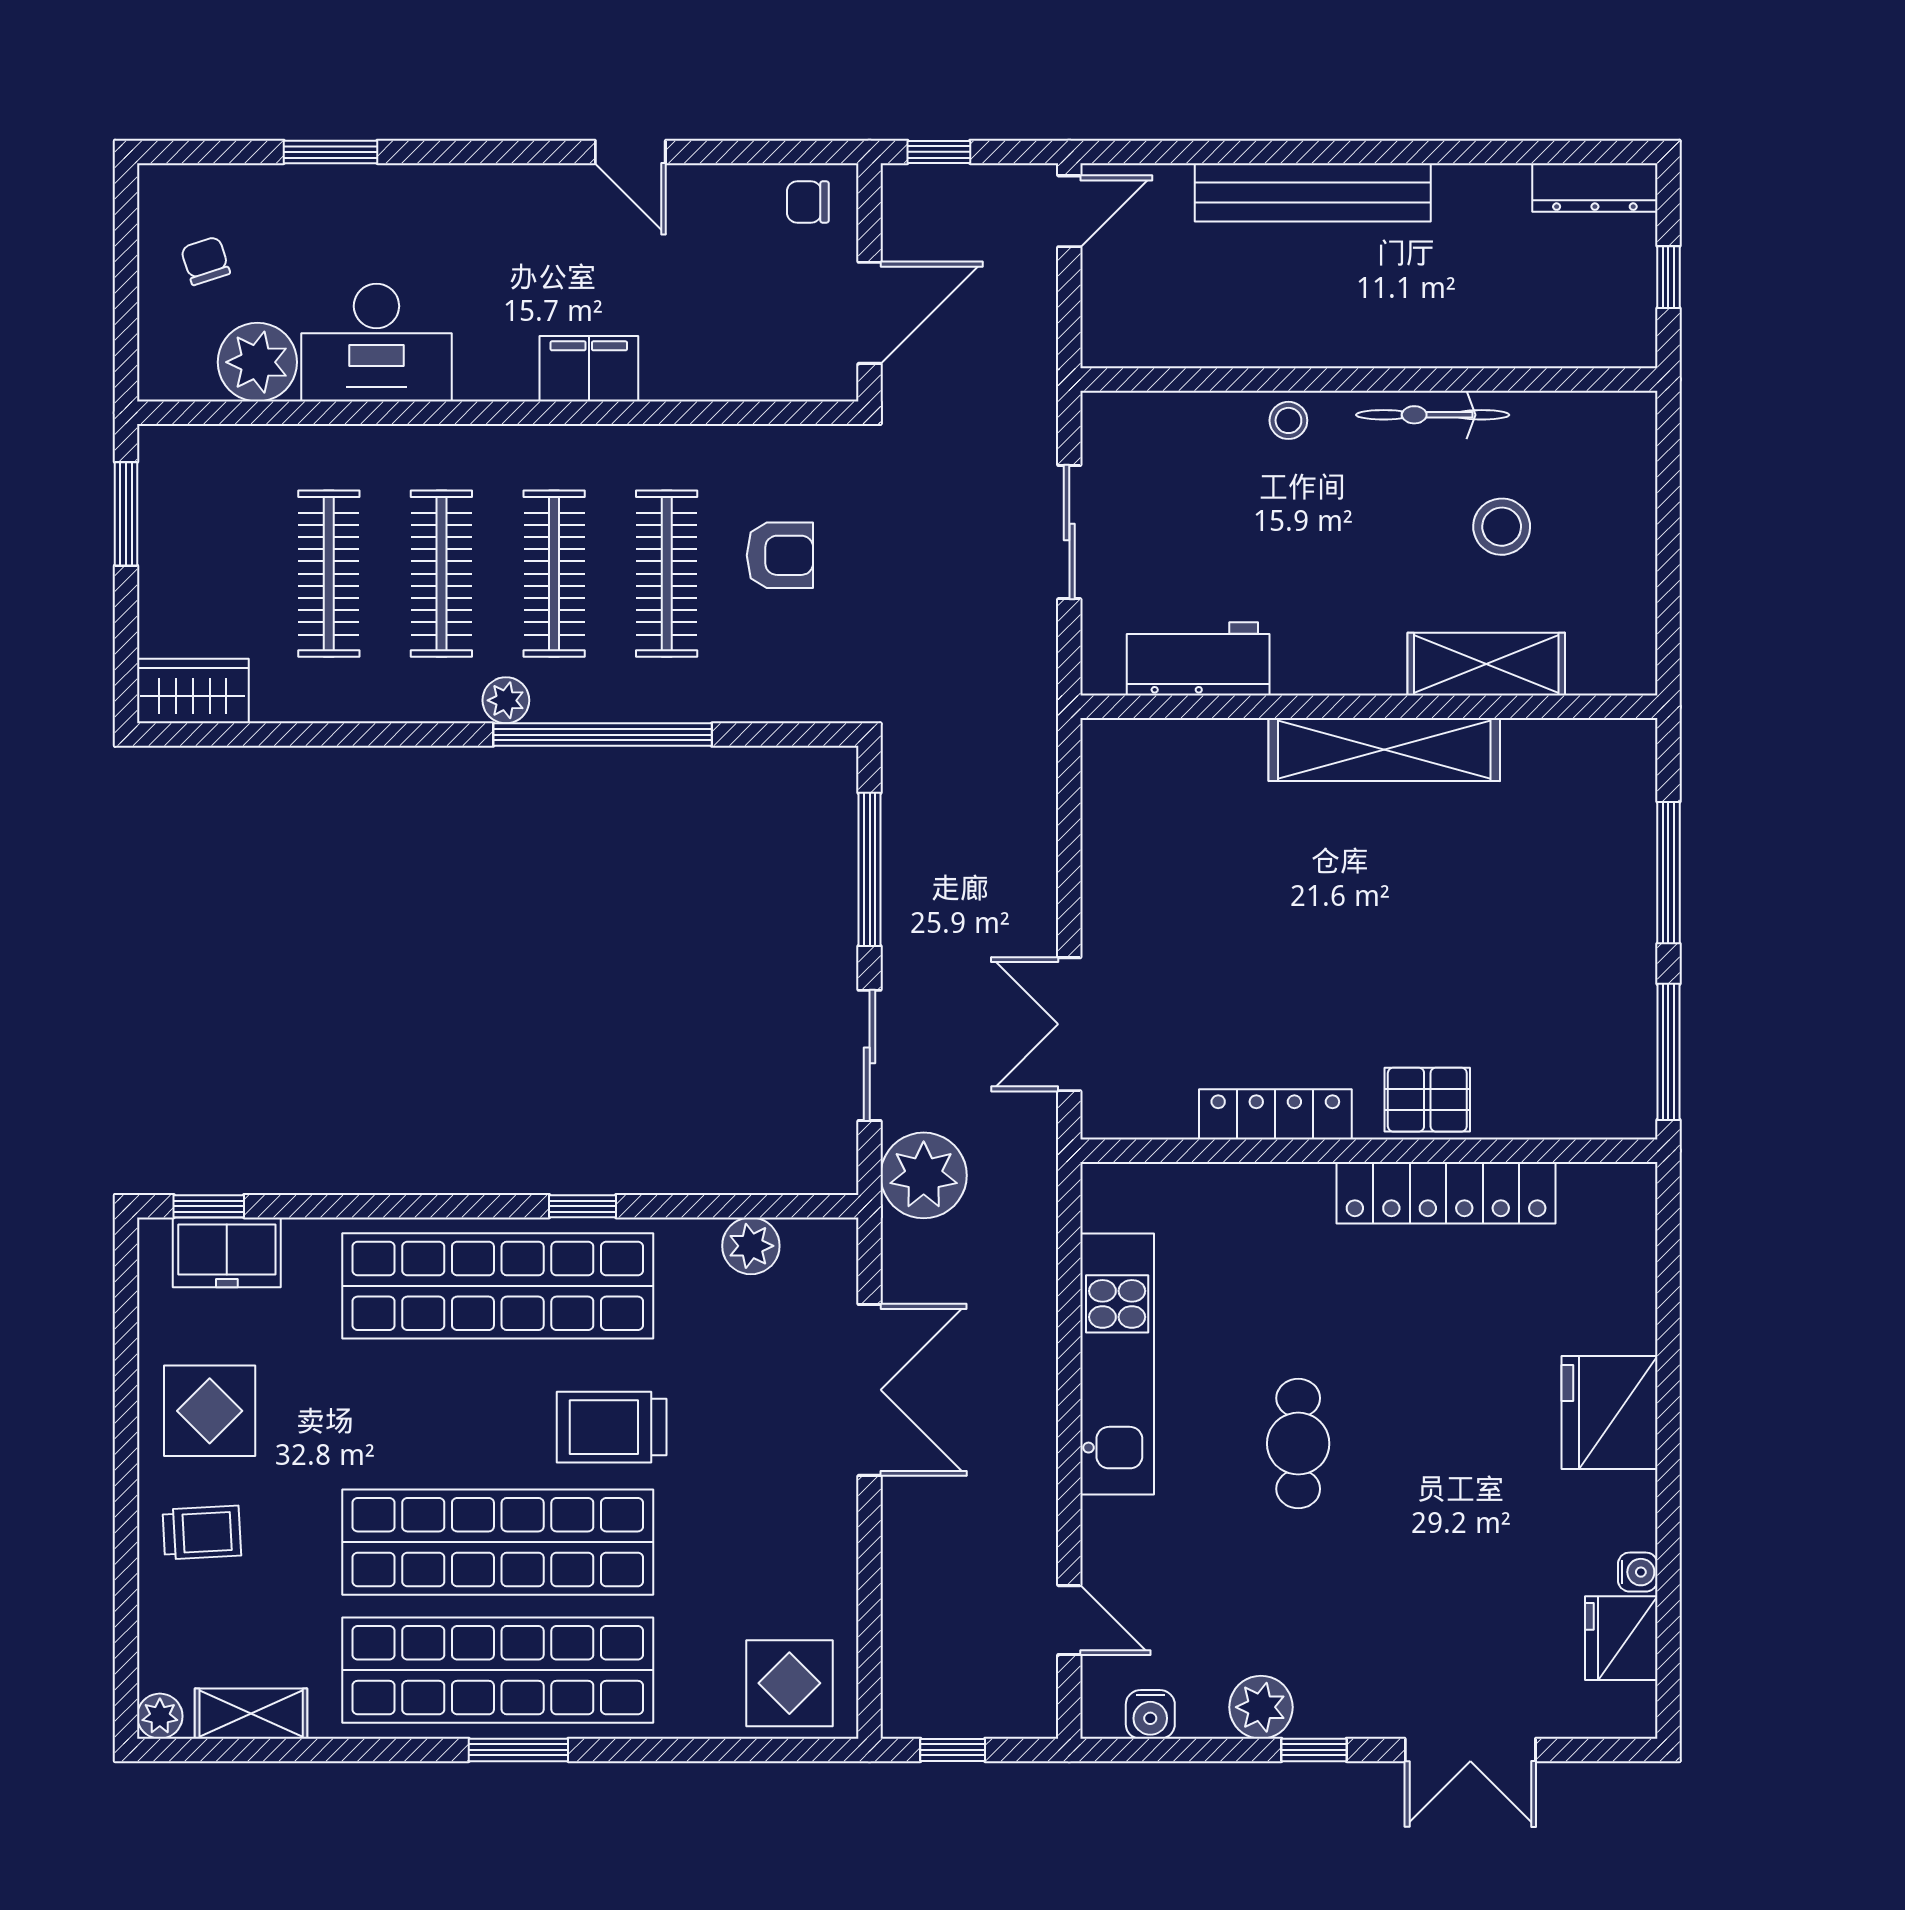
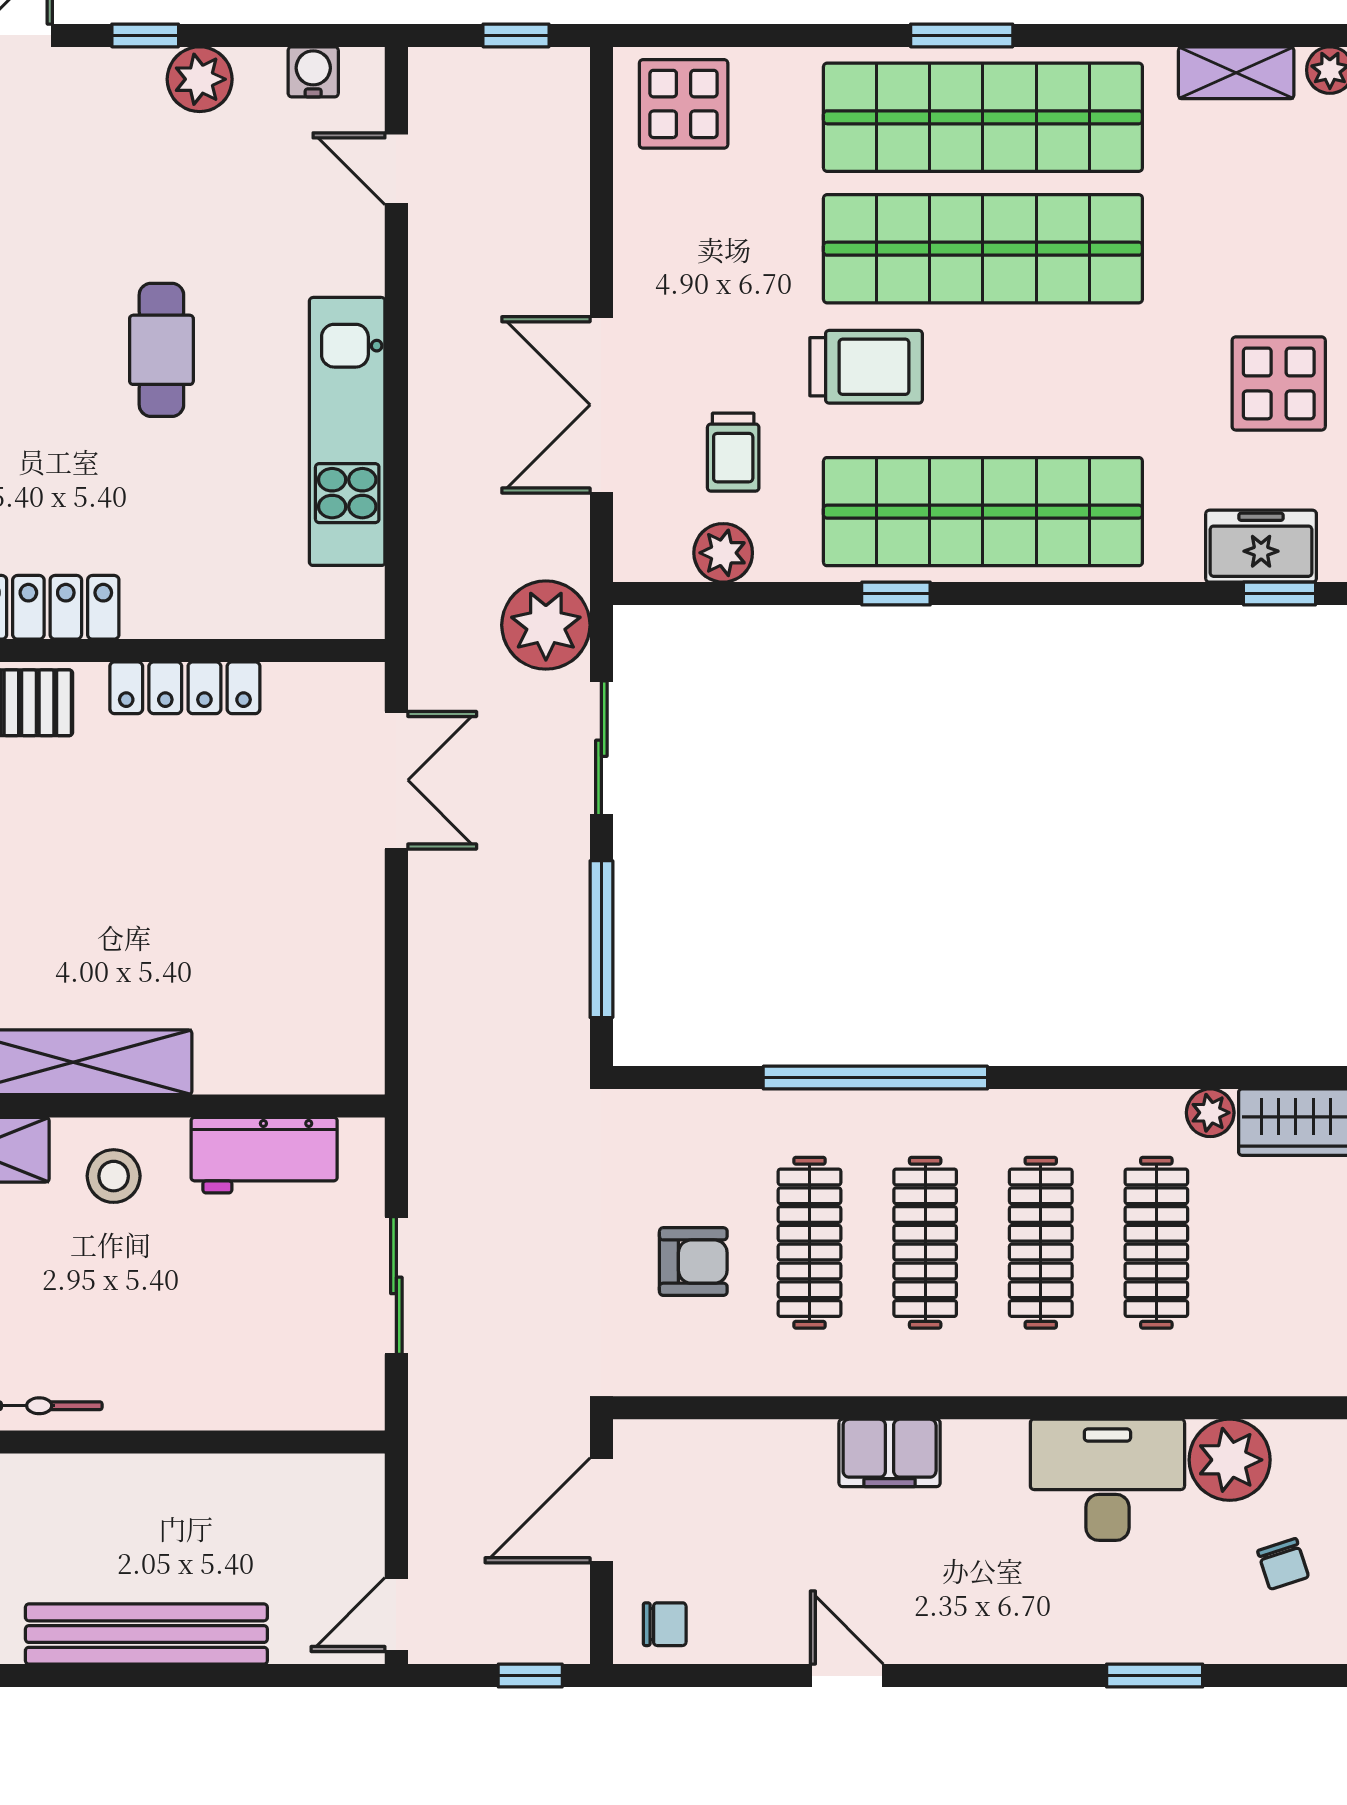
stool: (1288, 420) -> (114, 1176), moved, width x1.37, depth x1.37
armchair: (780, 555) -> (693, 1262), turned 180
plant: (506, 700) -> (1210, 1113), moved
trolley: (202, 1533) -> (733, 452), moved, turned -87

